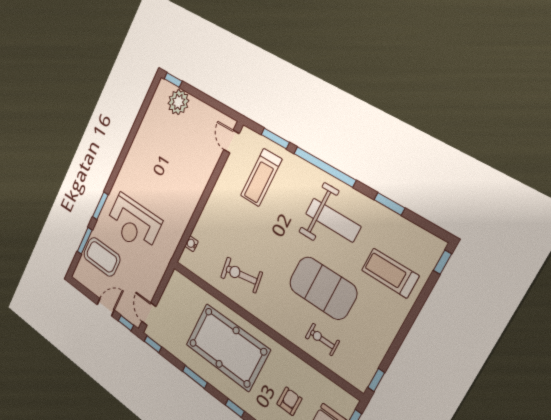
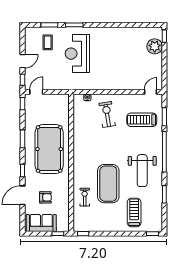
coffee table: (102, 257) -> (48, 42), width x0.54, depth x0.58
exercise bike: (241, 275) -> (107, 114), moved
door: (106, 307) -> (22, 61), hinge flipped

